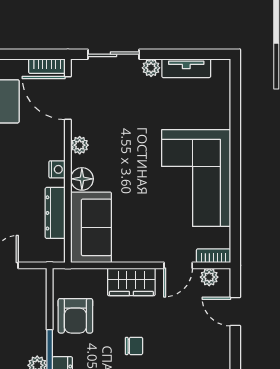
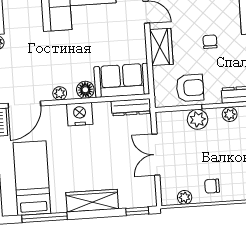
nightstand: (57, 169) -> (80, 114), width x1.89, depth x1.79
dresser: (55, 213) -> (131, 107), moved
plant: (34, 323) -> (198, 119), added

